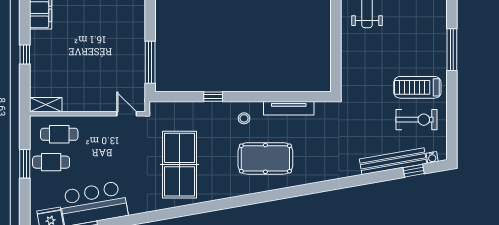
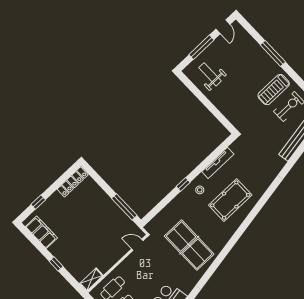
window: (213, 97) -> (183, 184), moved

